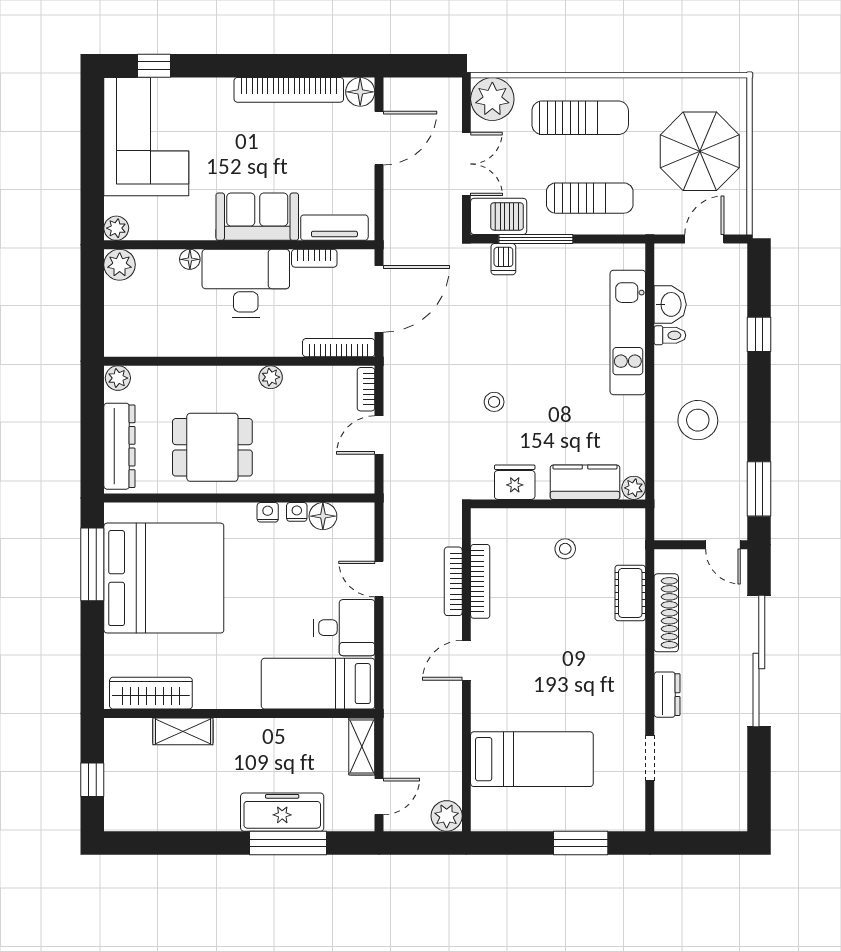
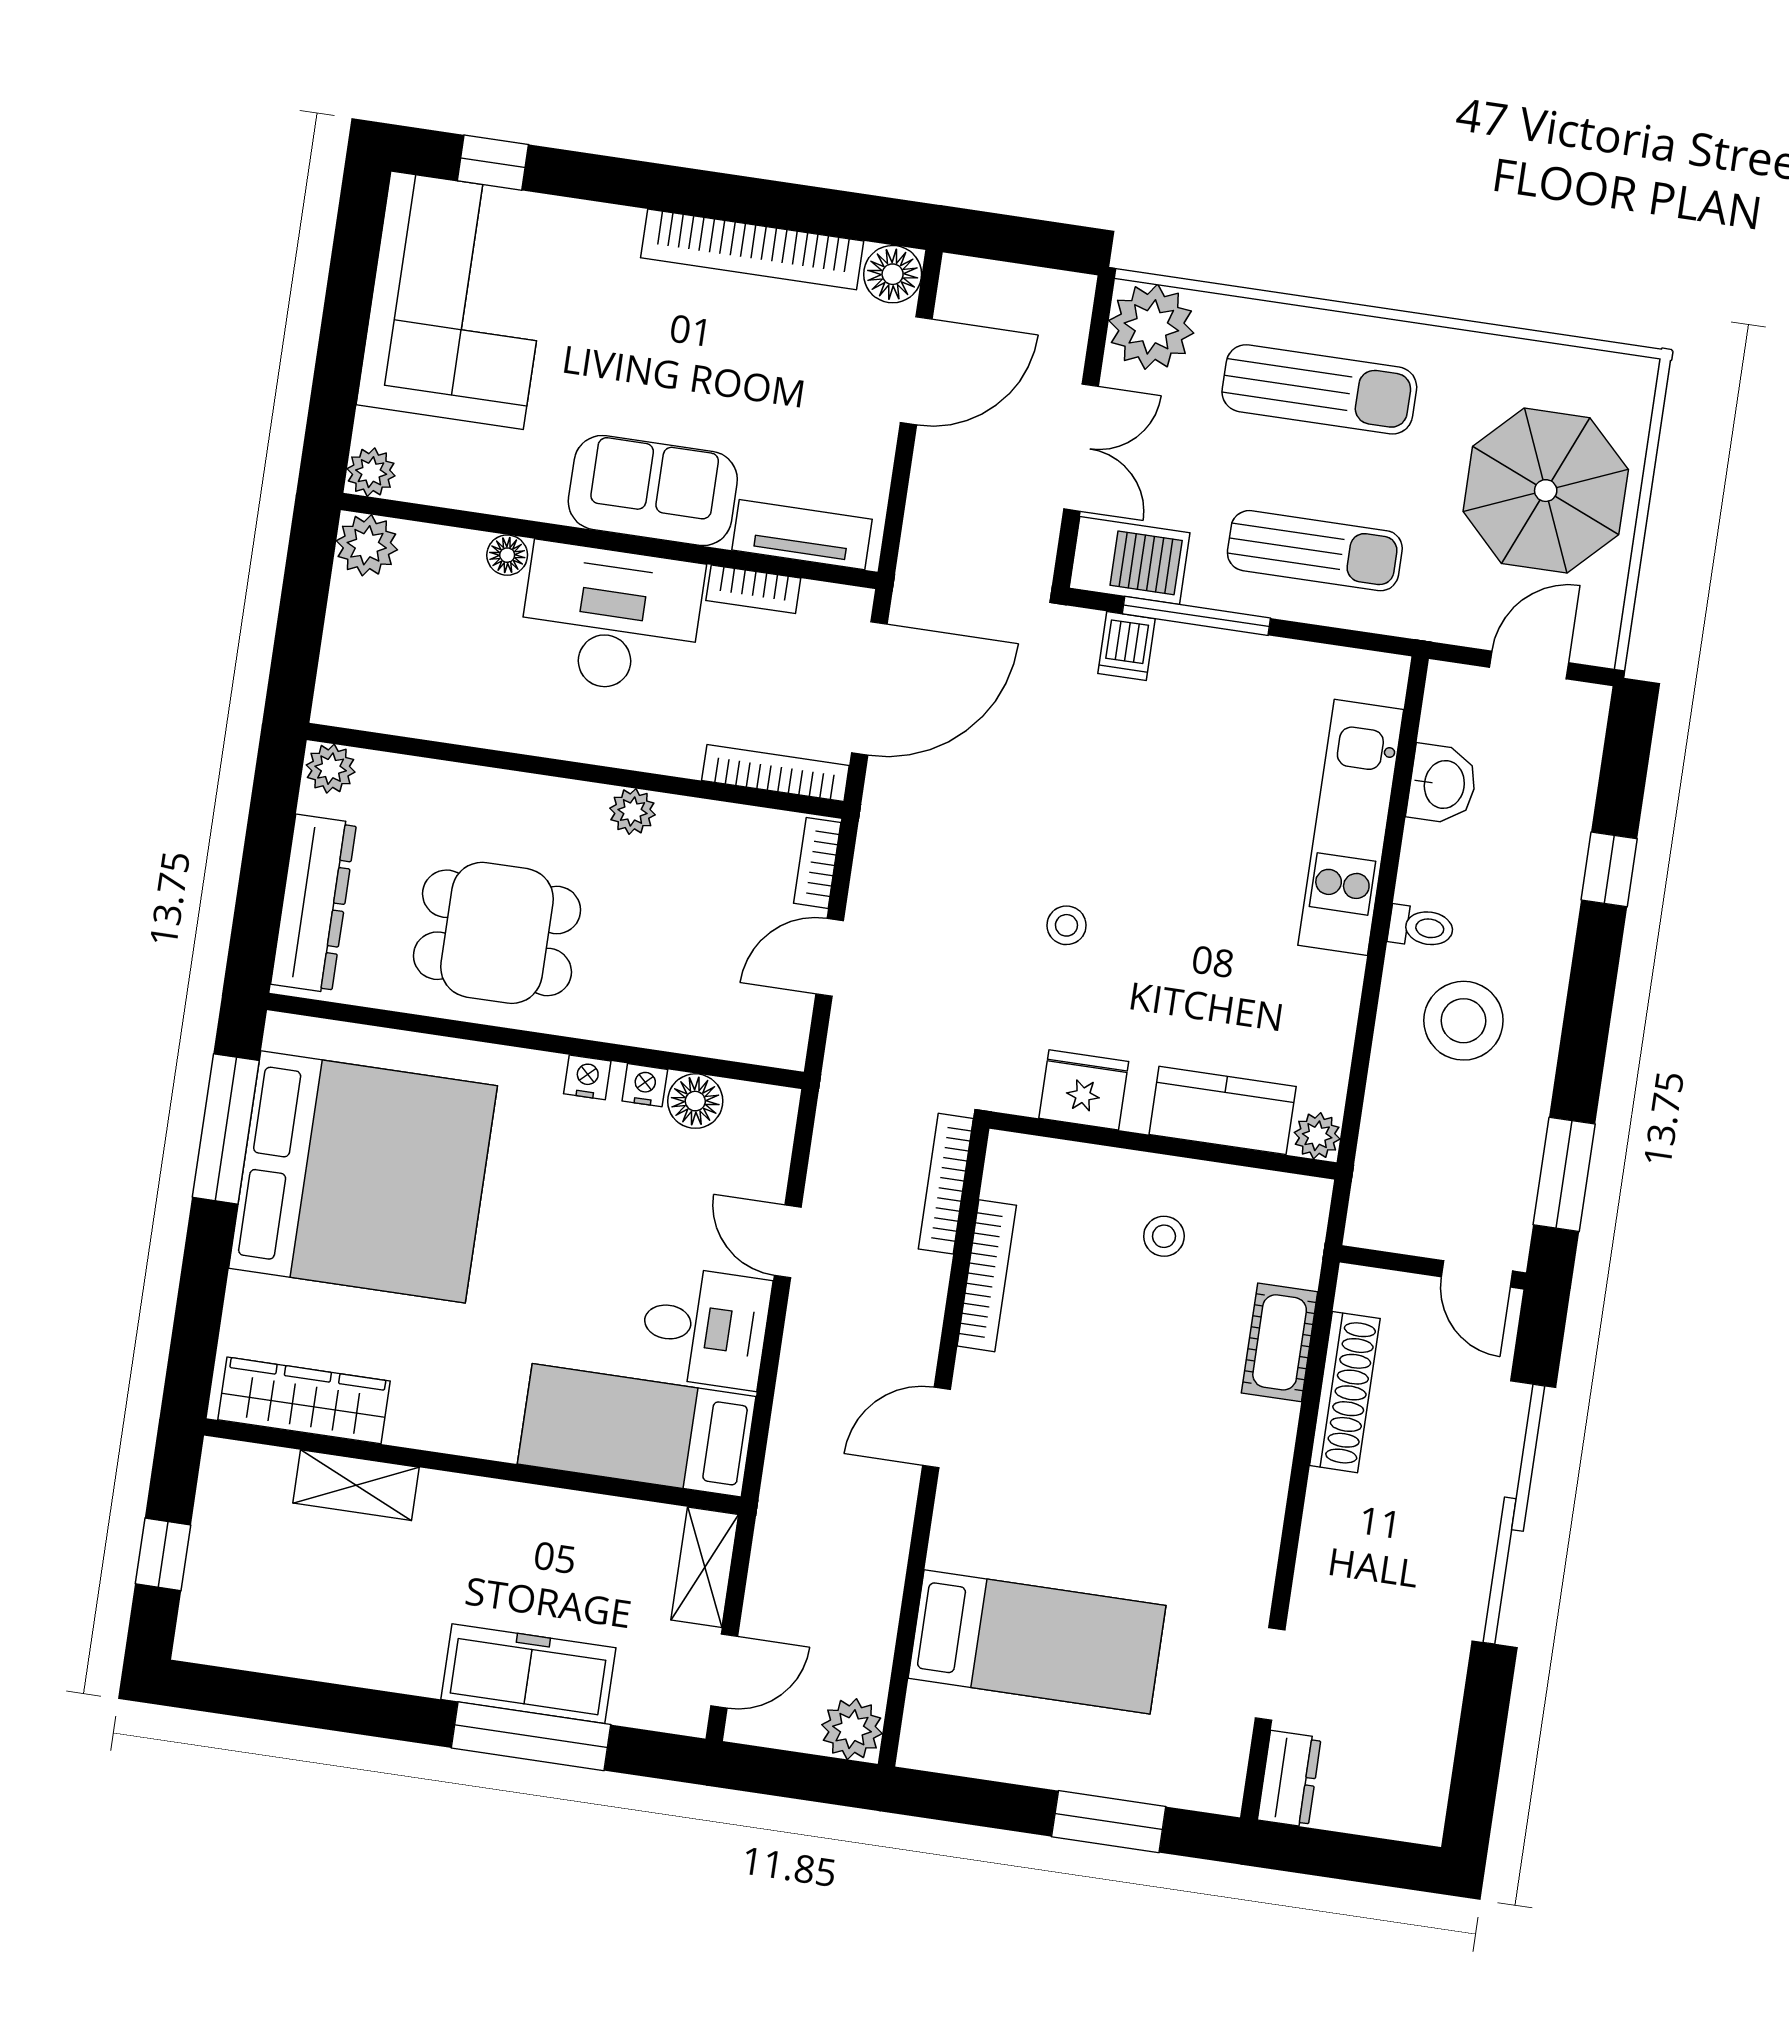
toilet: (670, 335) -> (1421, 927), moved
bookcase: (453, 581) -> (946, 1184), moved
dresser: (667, 695) -> (1289, 1779), moved

